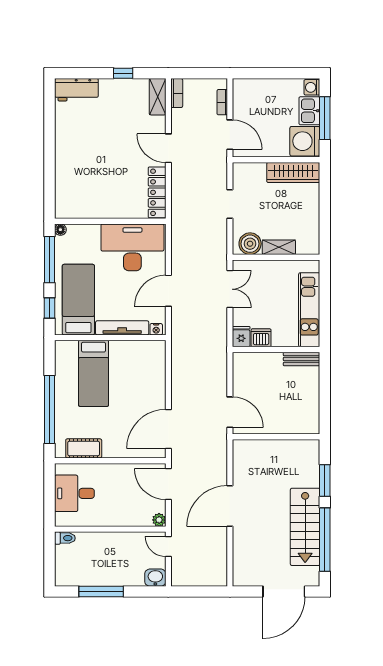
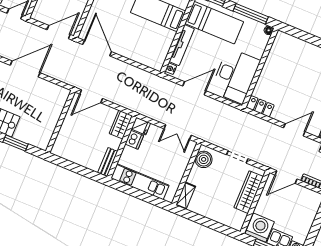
wardrobe: (293, 172) -> (249, 192), moved
locker: (157, 192) -> (260, 106), width x0.66
shelving: (279, 247) -> (186, 196), moved
door: (168, 291) -> (194, 88), hinge flipped
wardrobe: (249, 362) -> (121, 125), added
door: (230, 506) -> (25, 69), hinge flipped
plant: (159, 520) -> (36, 15), removed

